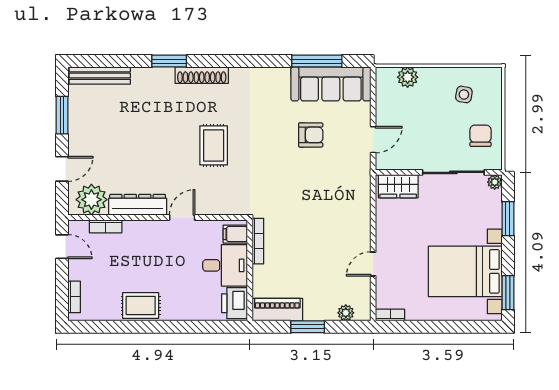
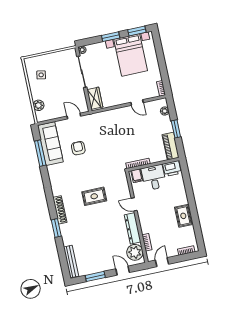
chair: (480, 136) -> (60, 62), removed
window: (508, 219) -> (111, 37), moved

